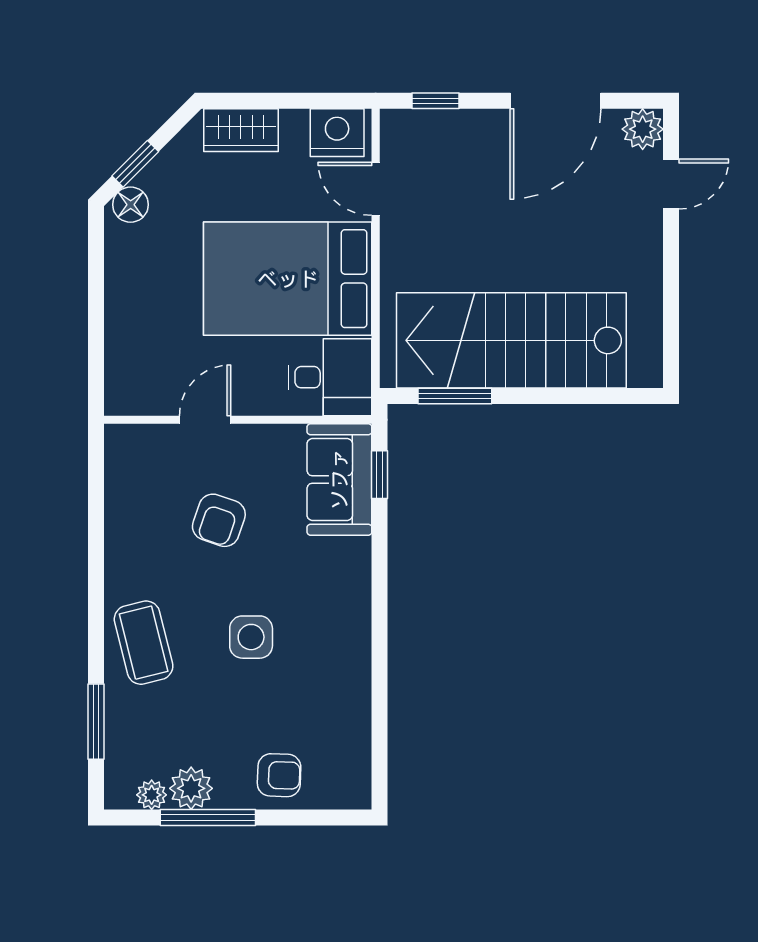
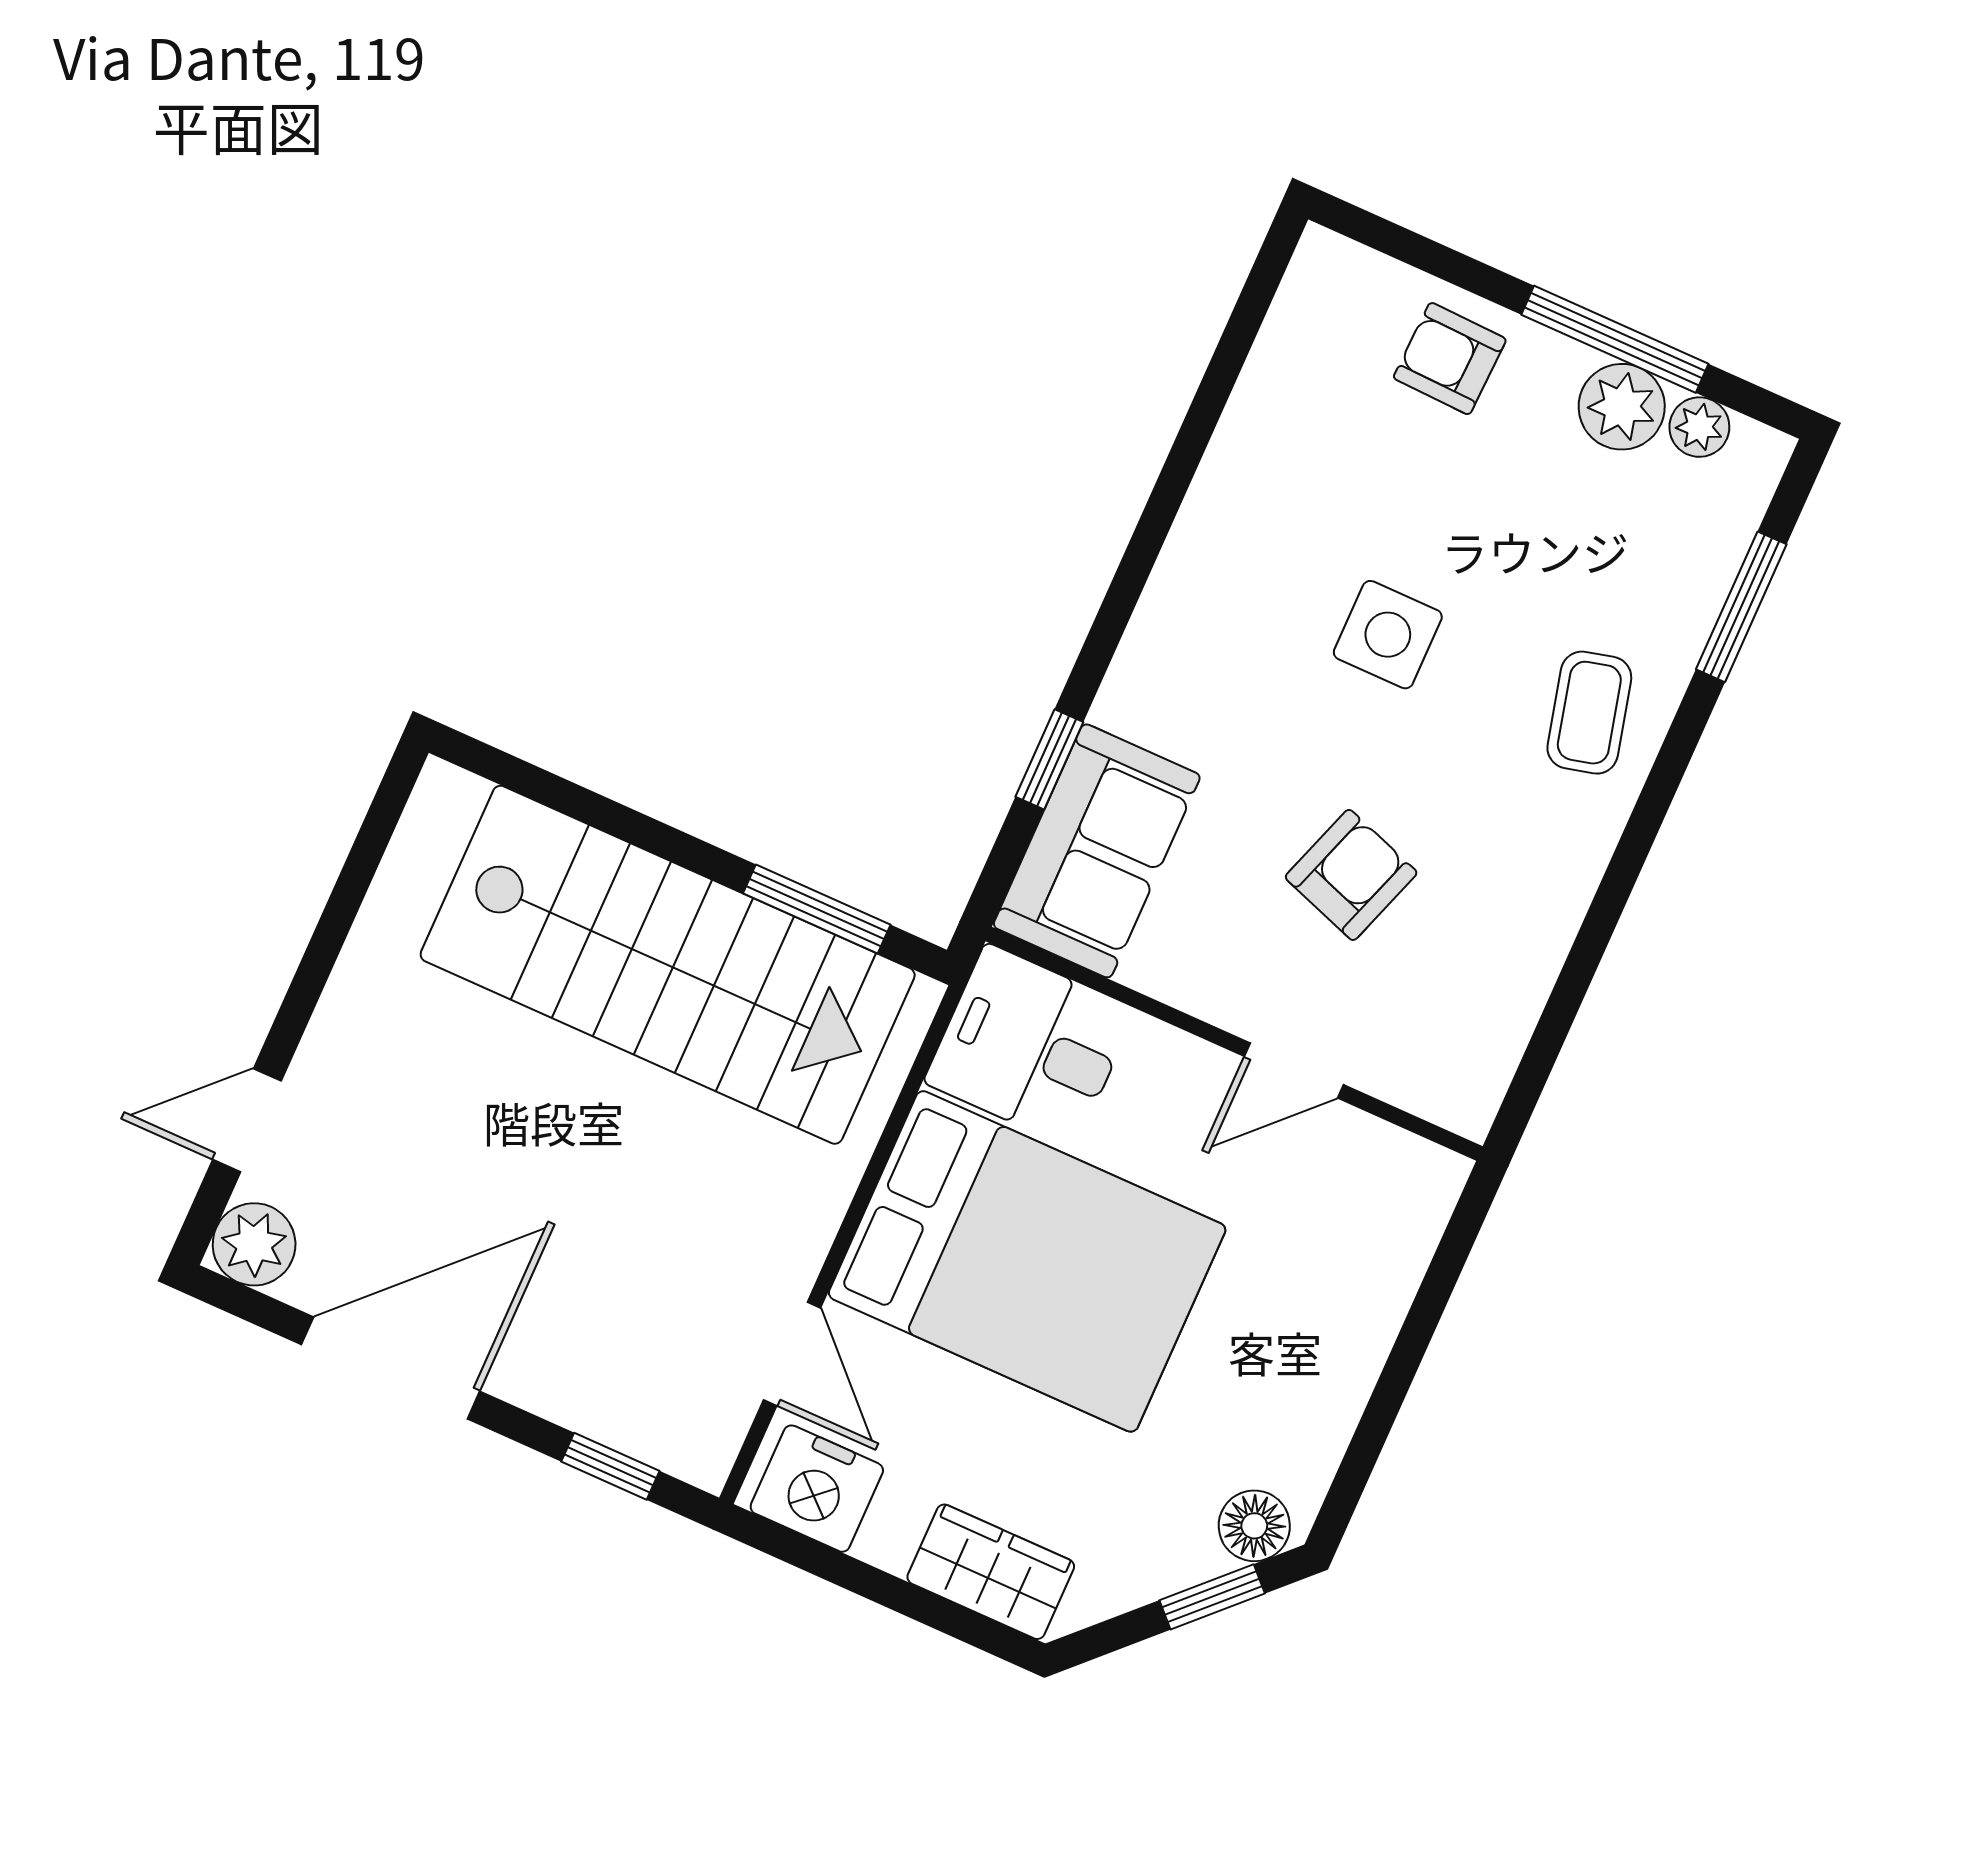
window: (380, 475) -> (1049, 759), moved
coffee table: (144, 643) -> (1589, 713), width x0.73, depth x0.77

